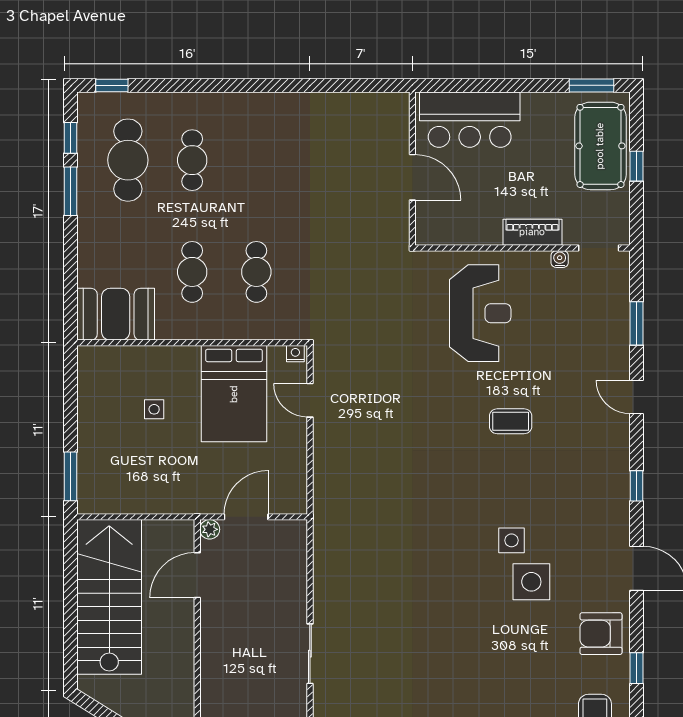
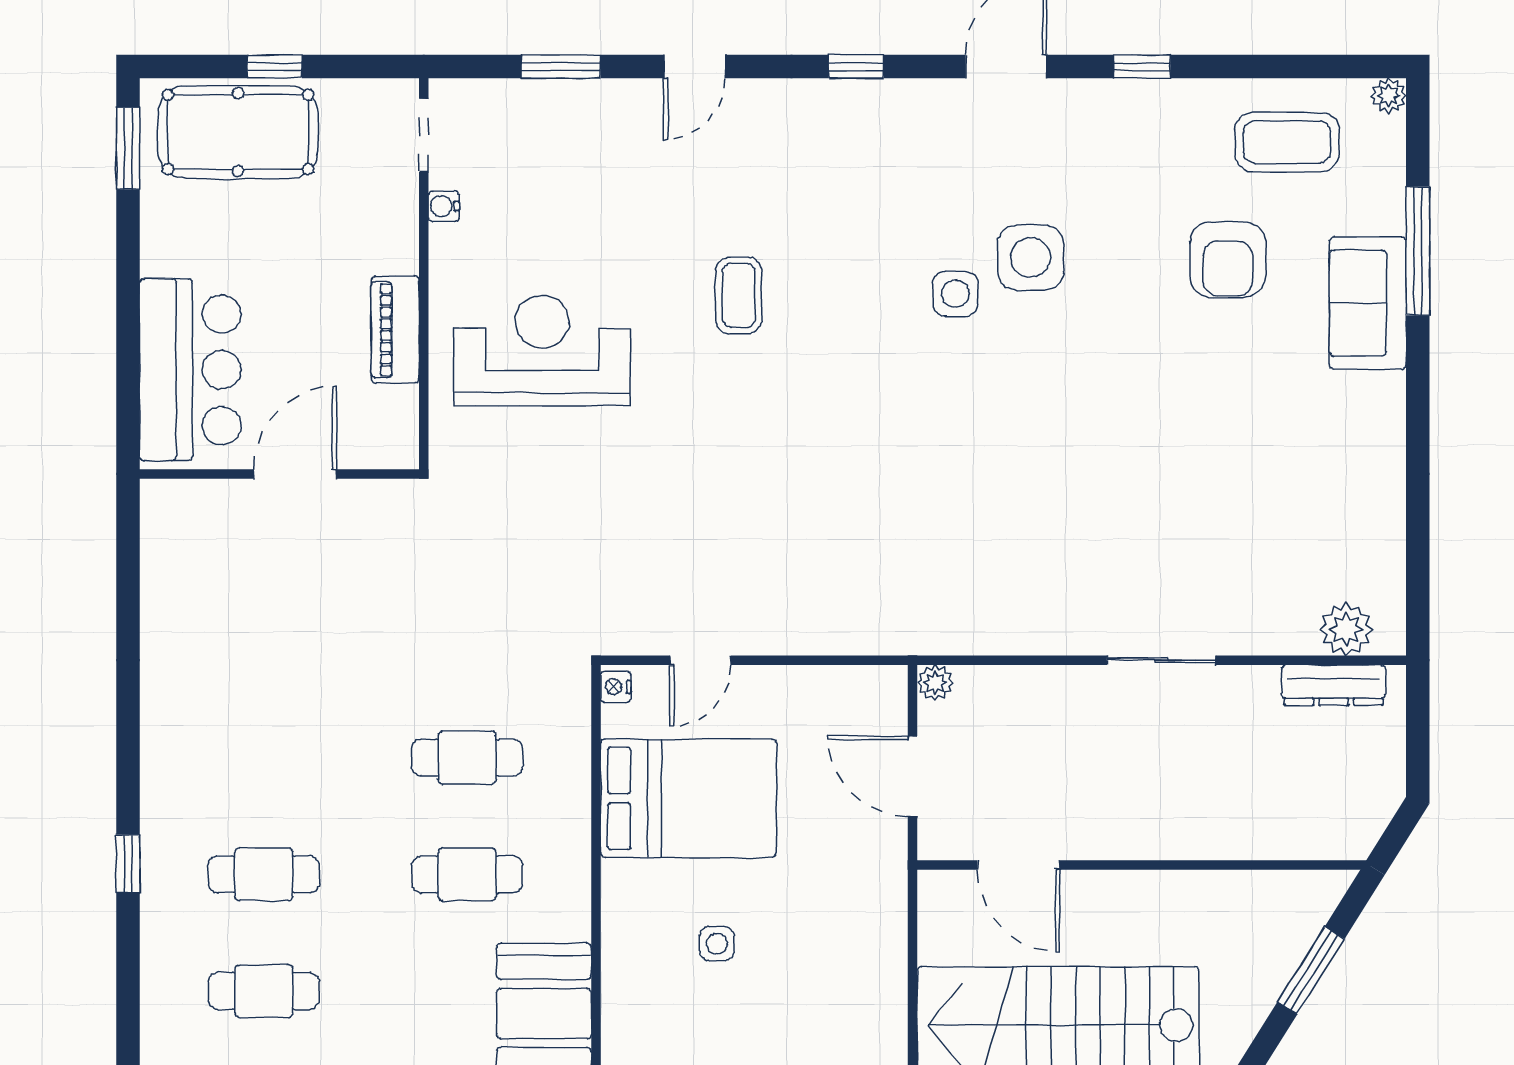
window: (112, 85) -> (128, 864), moved
cafe table: (128, 160) -> (264, 991), width x0.73, depth x0.74
piano: (532, 232) -> (395, 330), moved
plant: (210, 529) -> (935, 683), moved
armchair: (601, 634) -> (1228, 259), moved
window: (636, 668) -> (1142, 67), moved

